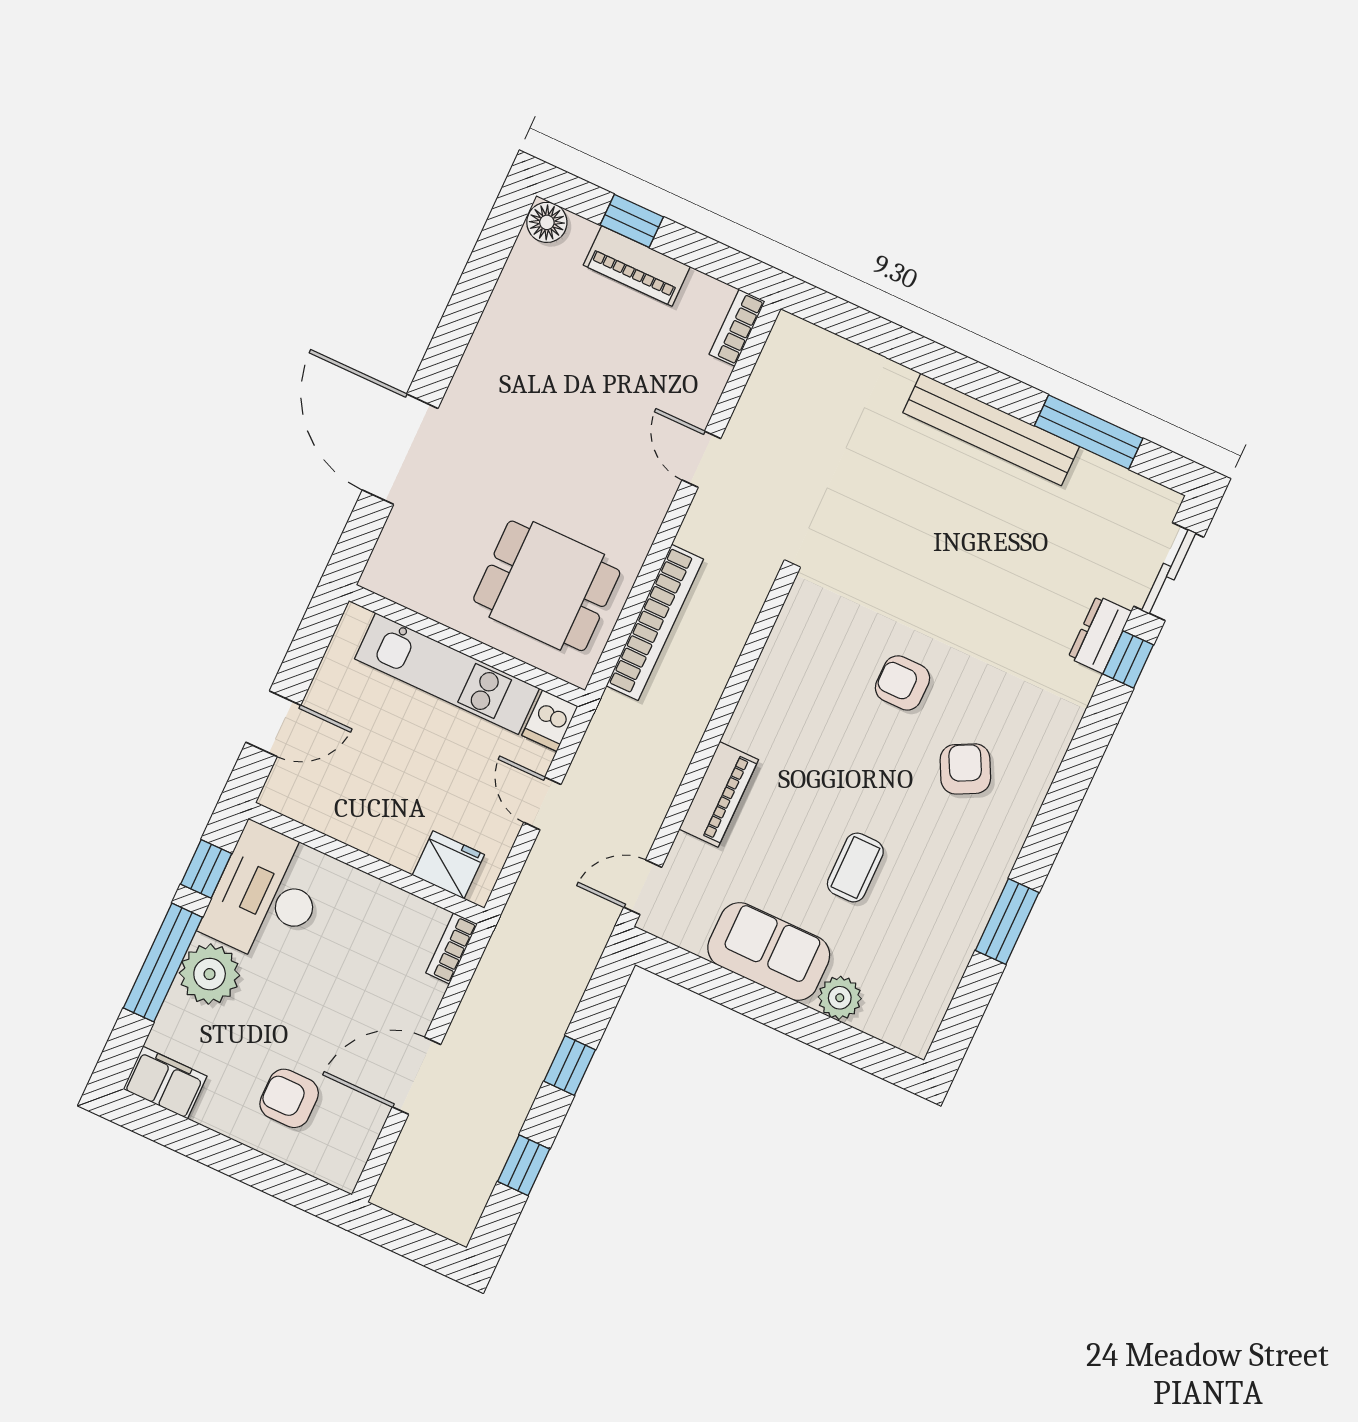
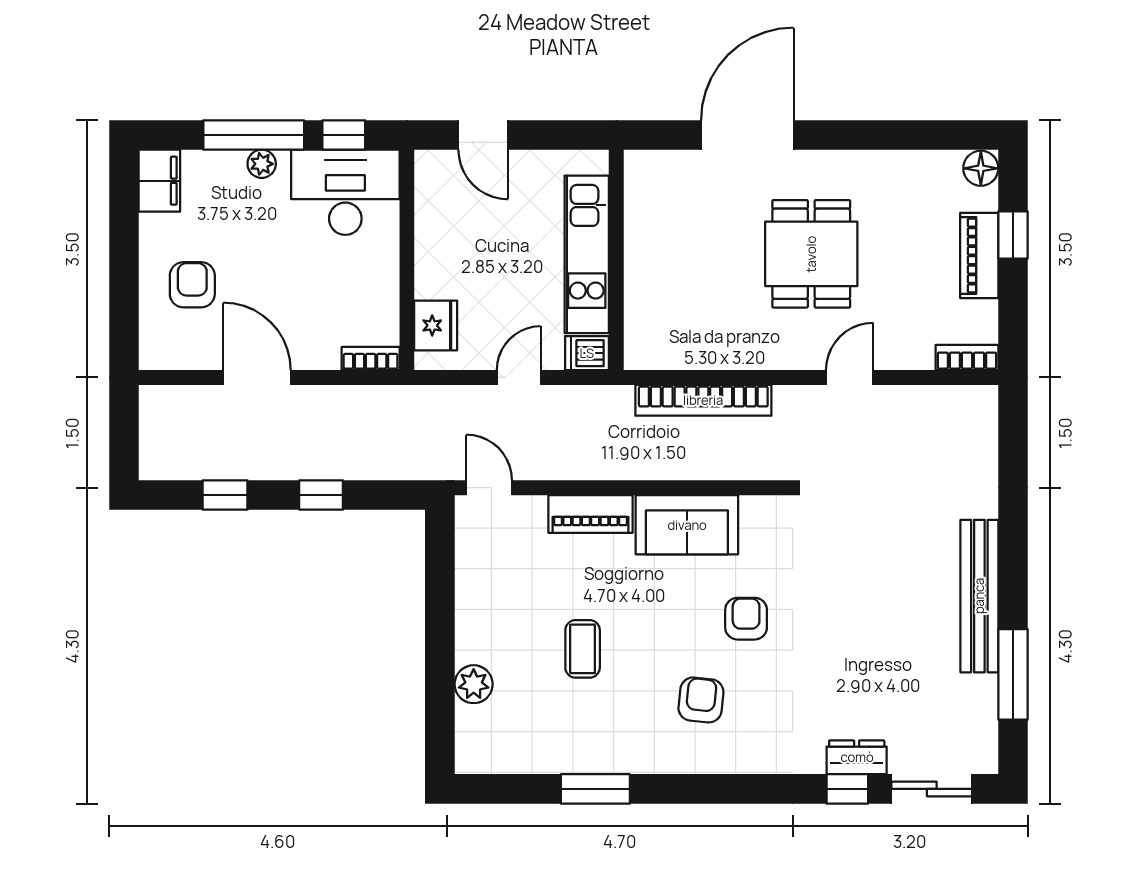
dining table: (547, 586) -> (811, 254), moved
armchair: (965, 769) -> (701, 700), turned -57
coffee table: (855, 868) -> (583, 649), turned 90
sofa: (769, 952) -> (687, 525), moved, turned 90
plant: (210, 974) -> (262, 164), width x0.53, depth x0.53

